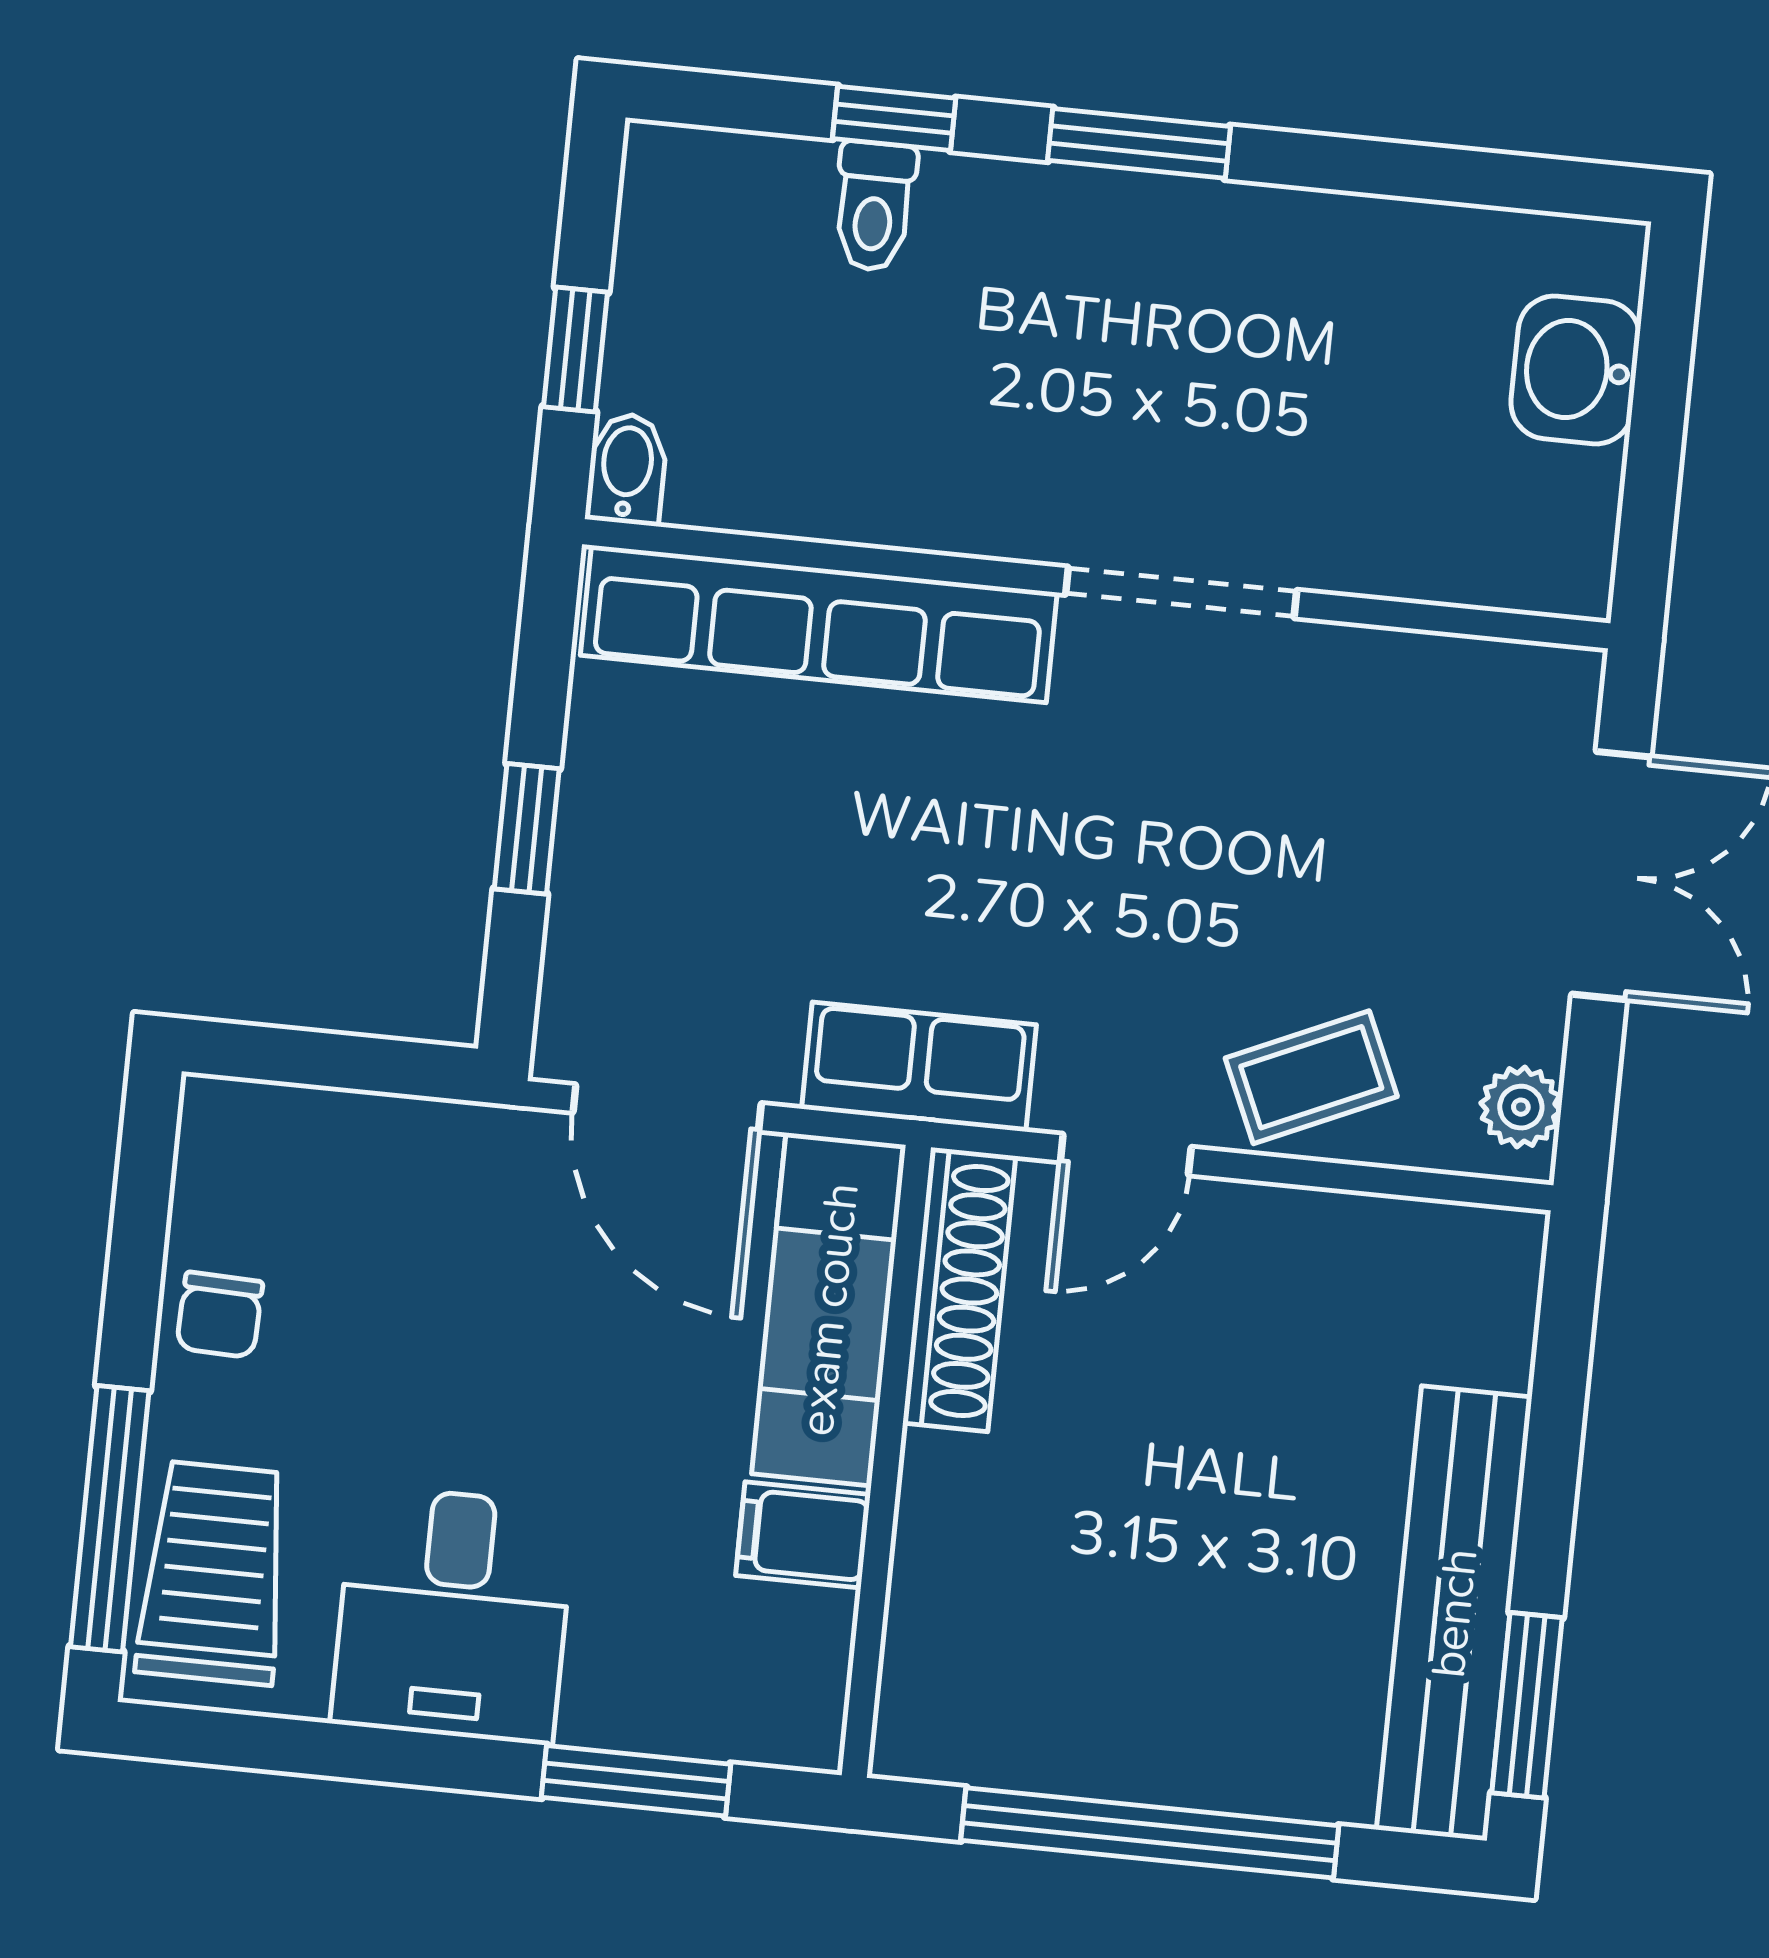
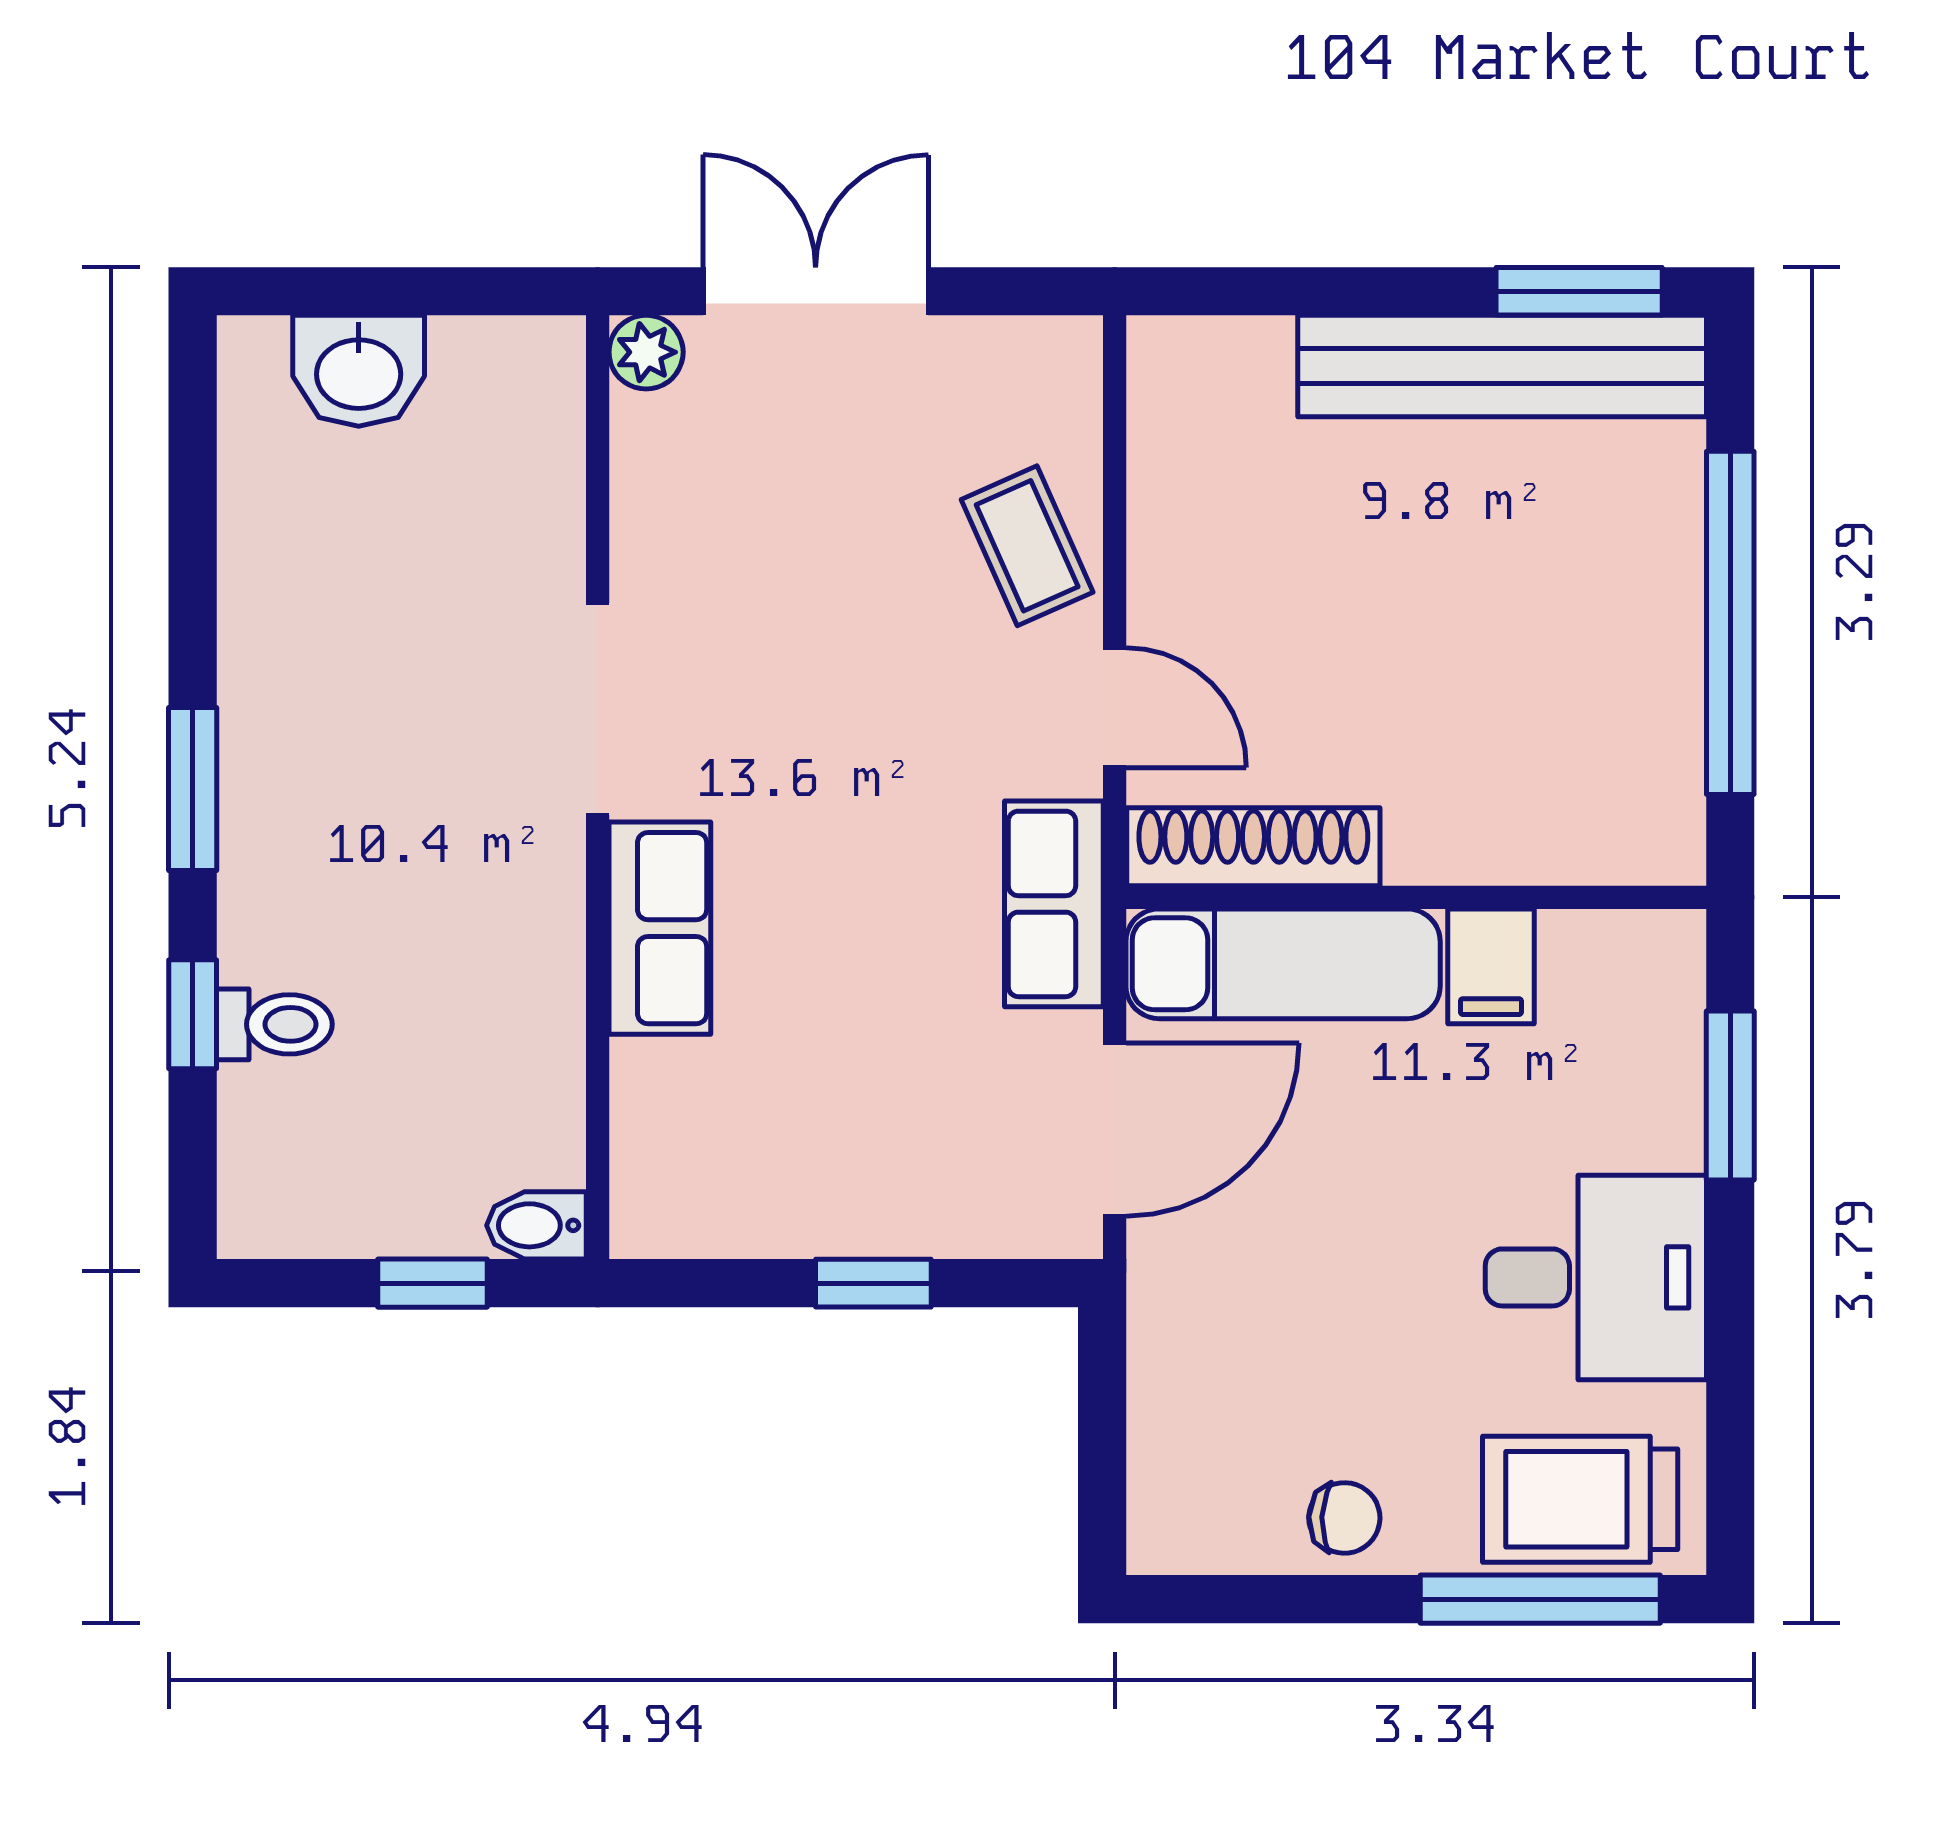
row of seats: (819, 624) -> (660, 928), width x0.50
plant: (1521, 1107) -> (646, 352), moved

